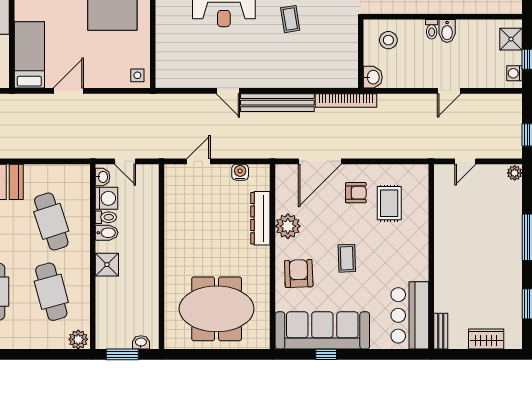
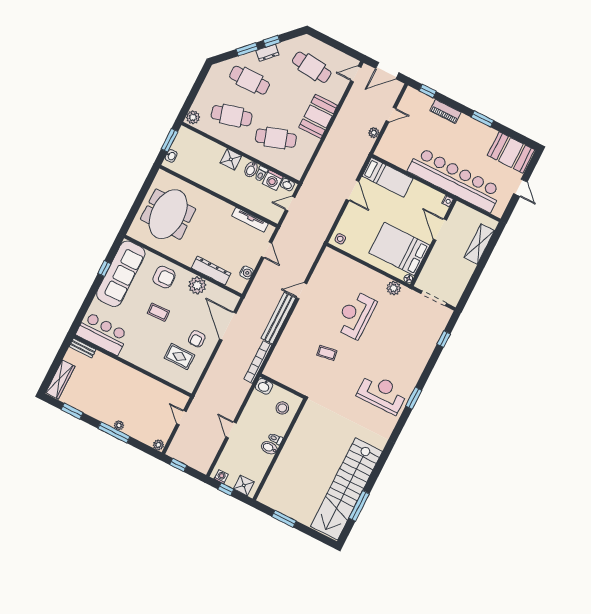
tv unit: (171, 202) -> (250, 220), added
plant: (515, 235) -> (119, 425), added
wardrobe: (486, 339) -> (60, 380), width x1.50

